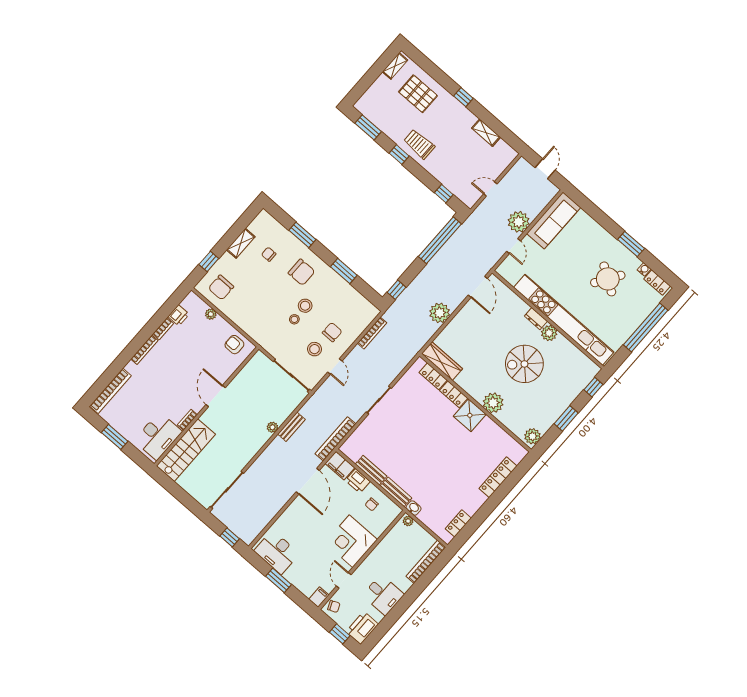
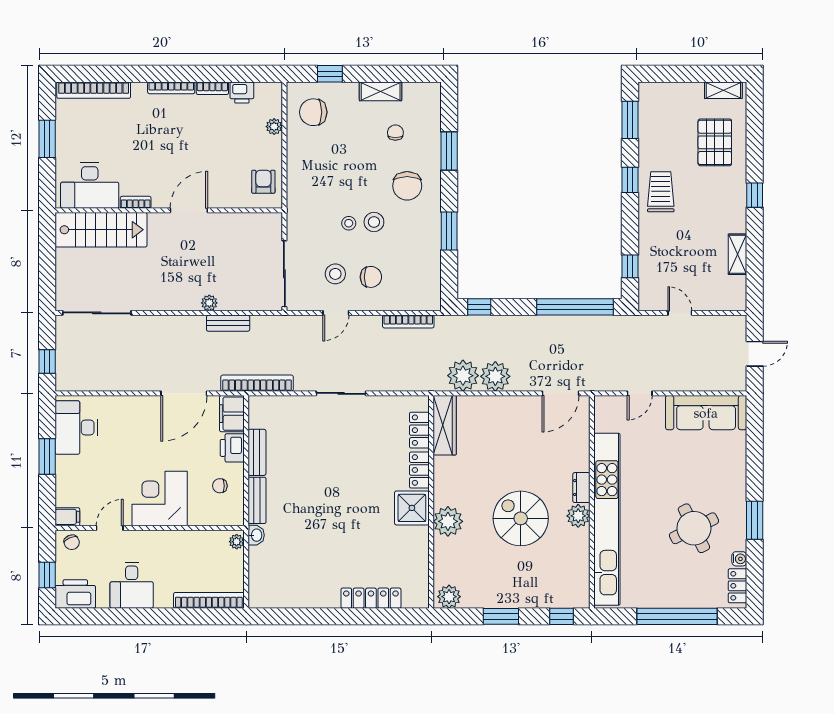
plant: (519, 222) -> (463, 376), moved
round table: (608, 279) -> (694, 528), turned 31
locker: (458, 523) -> (282, 599), removed

